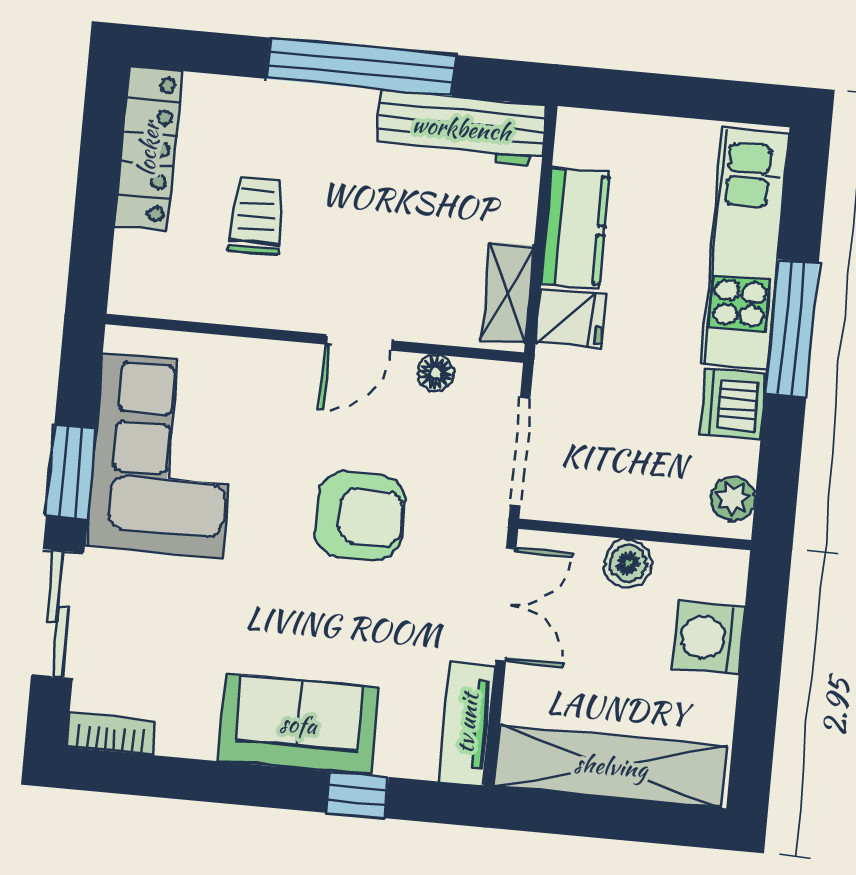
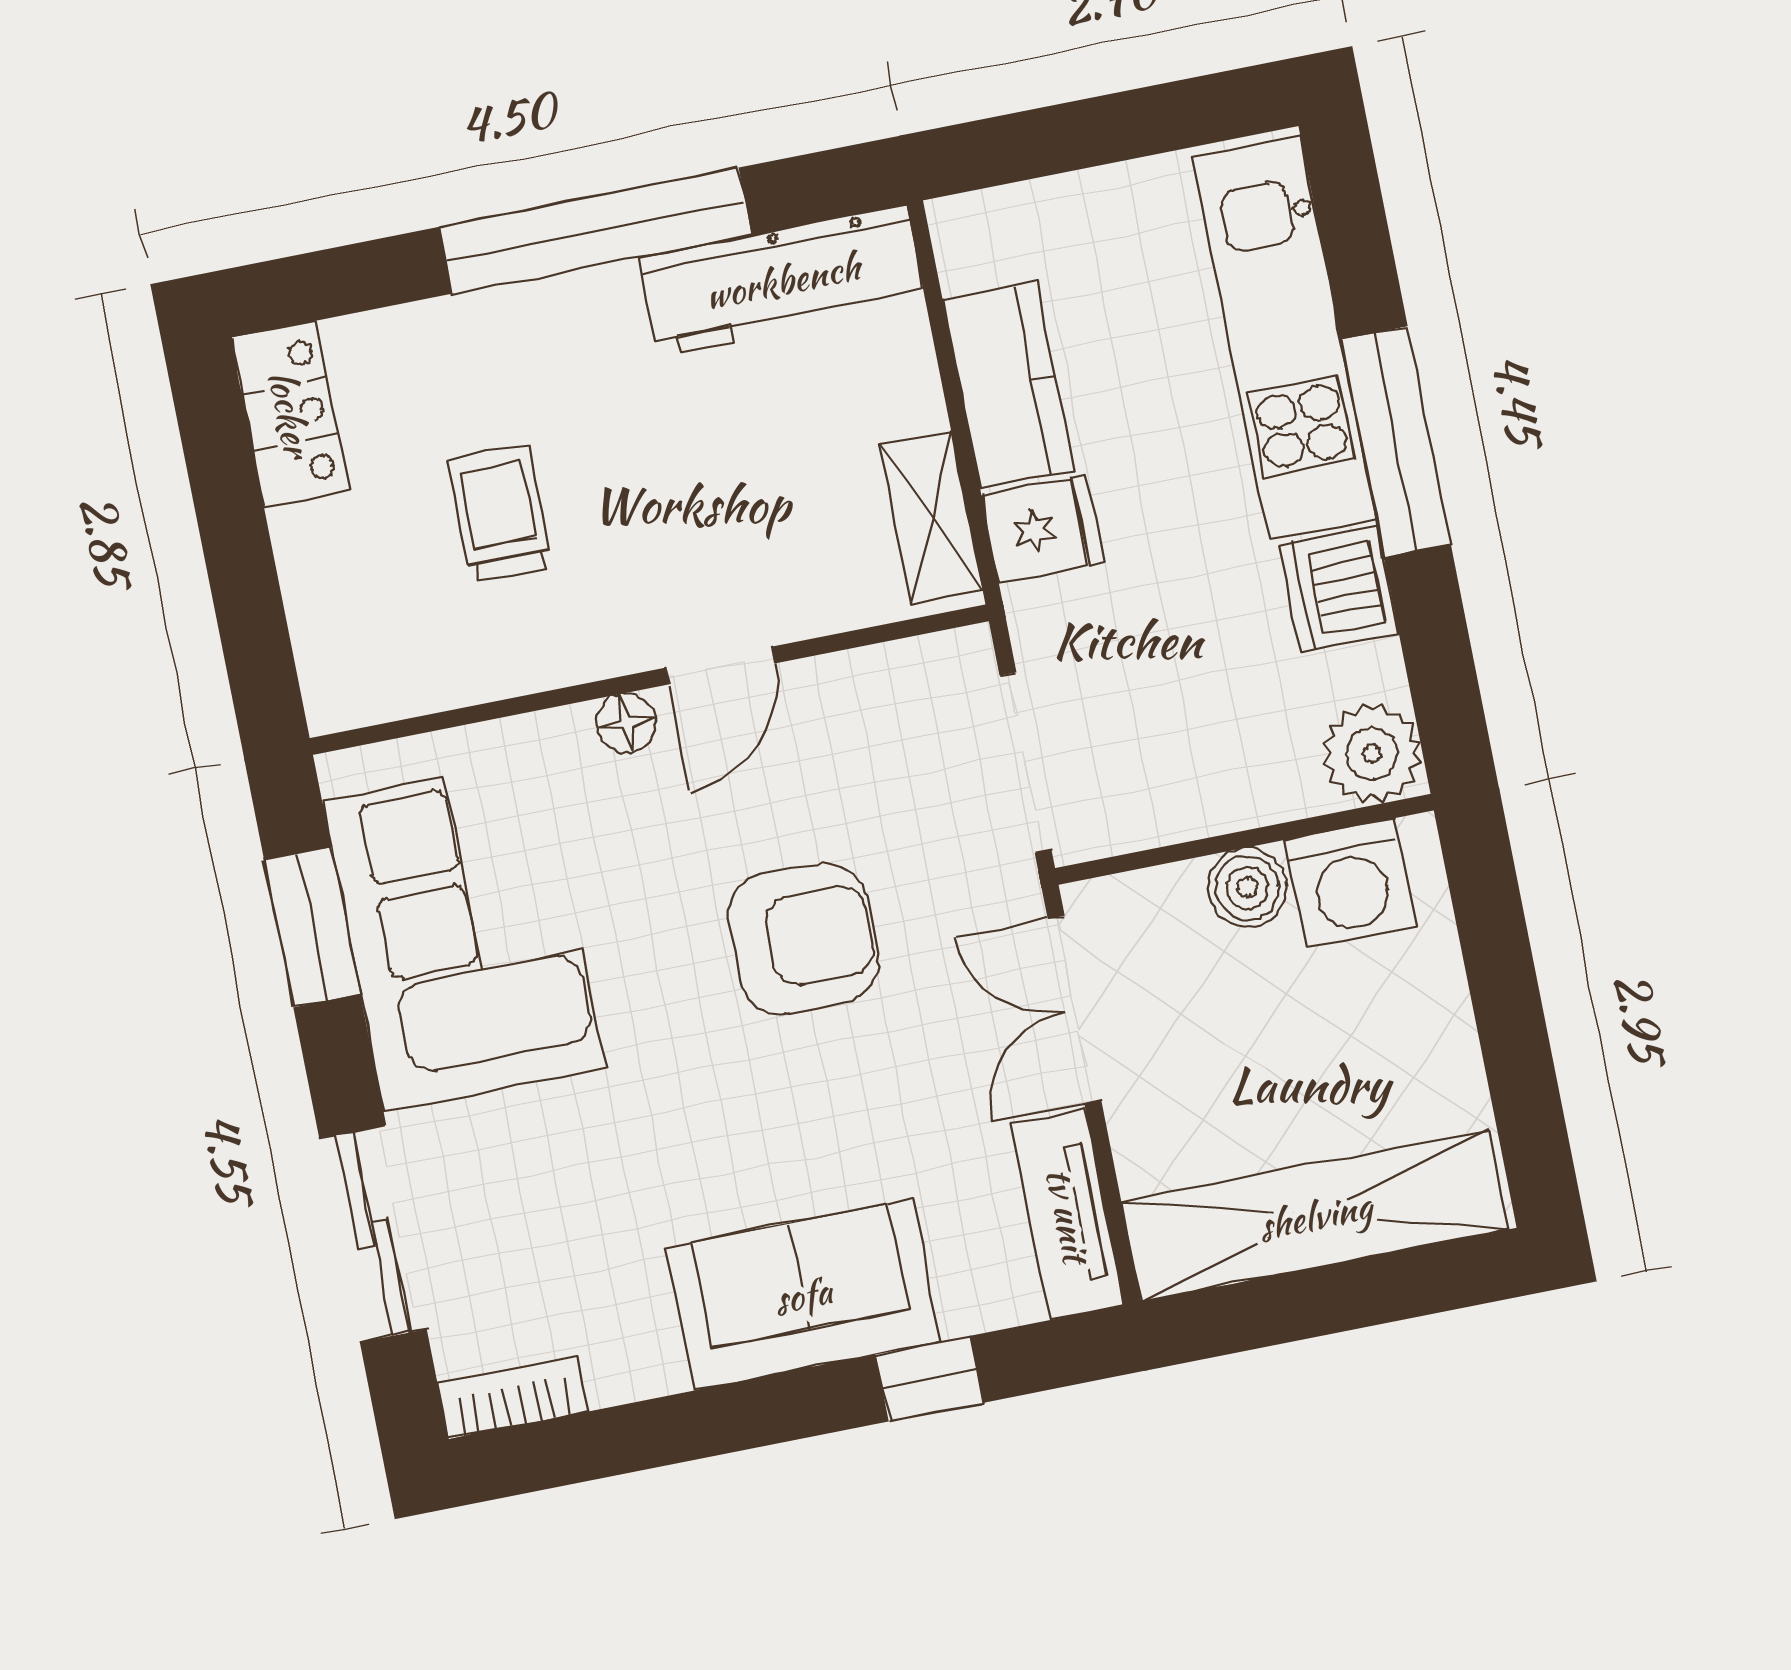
locker: (148, 149) -> (290, 414), width x0.66
floor lamp: (436, 373) -> (626, 723), moved
window: (71, 472) -> (312, 927), moved
plant: (733, 499) -> (1372, 753), width x1.38, depth x1.38
double door: (506, 604) -> (1074, 1010), swing flipped
washing machine: (708, 638) -> (1350, 883), moved, turned -90

